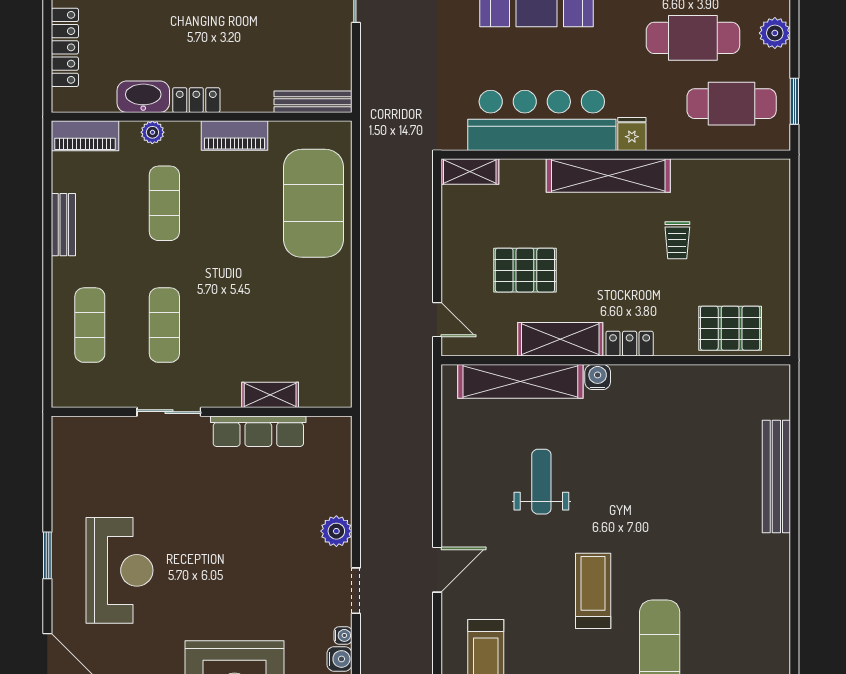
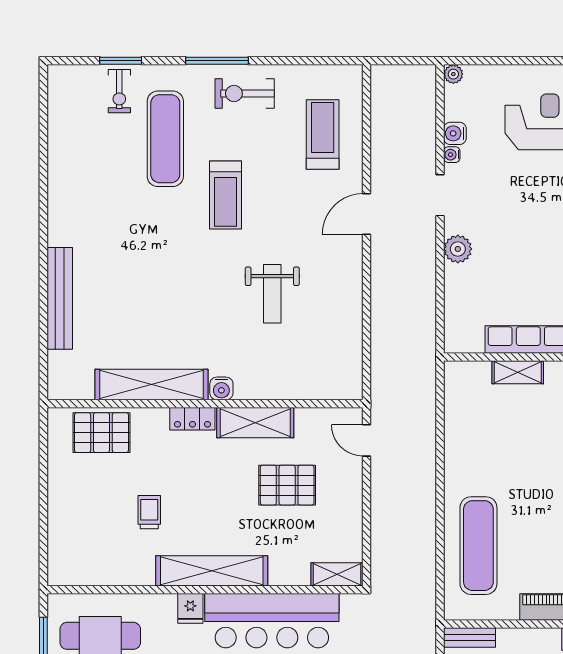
bench: (313, 102) -> (470, 638), width x0.73
exercise mat: (313, 203) -> (478, 546), width x0.68
shelving: (520, 381) -> (151, 385), moved

